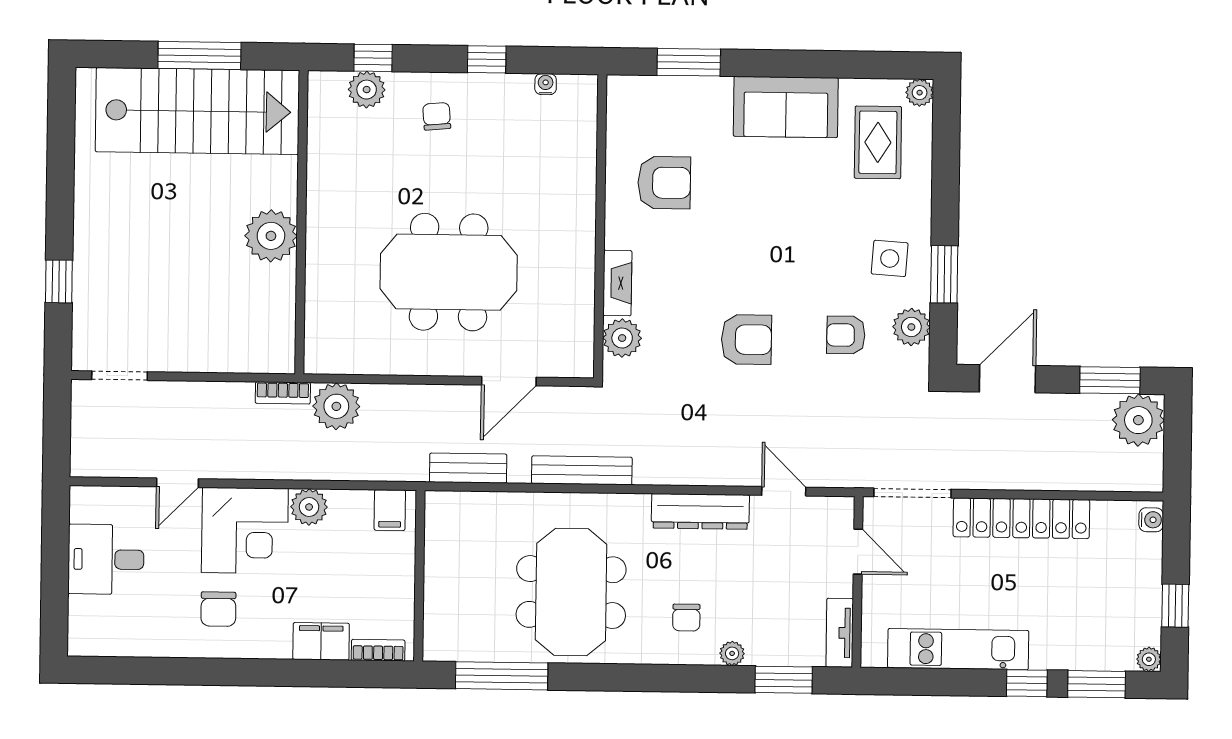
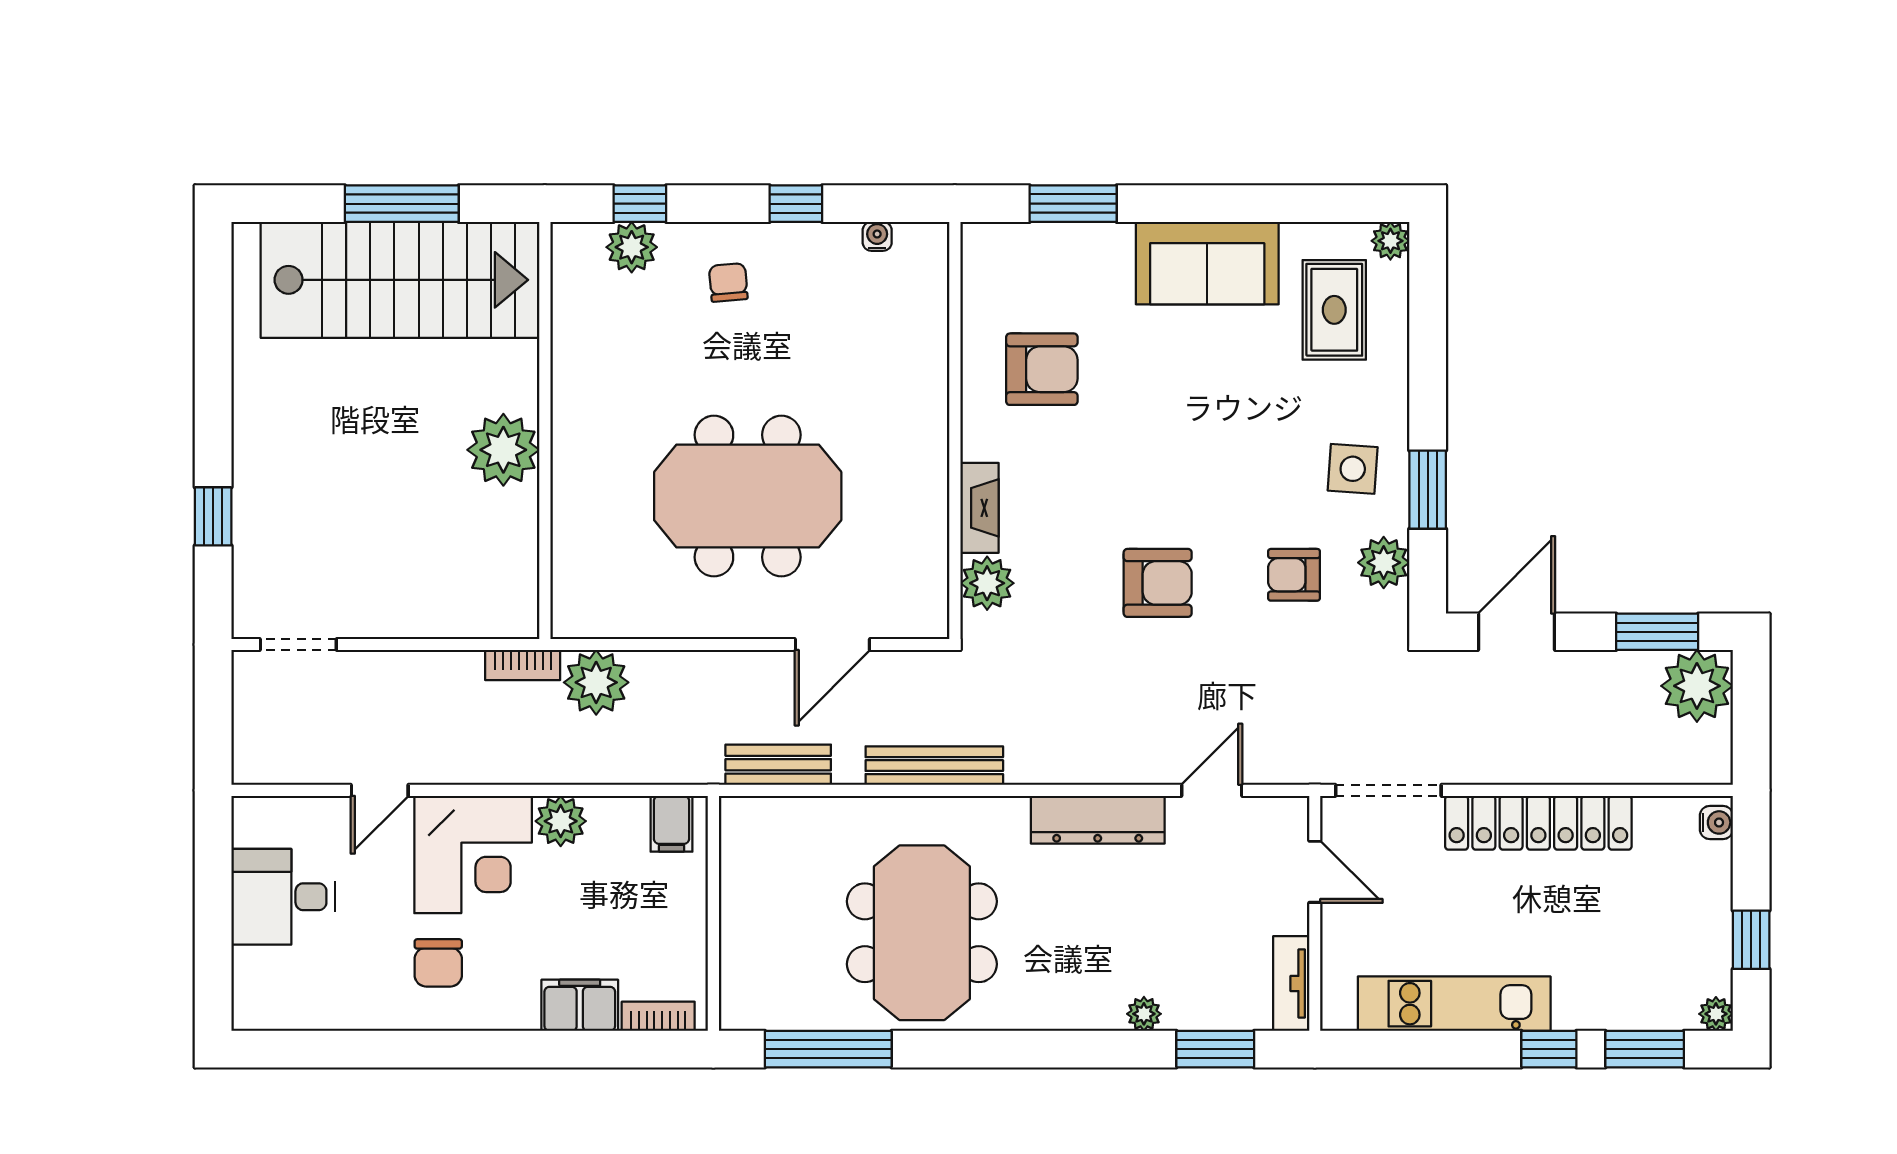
door: (784, 491) -> (1212, 790), hinge flipped
chair: (686, 618) -> (1081, 966), removed

